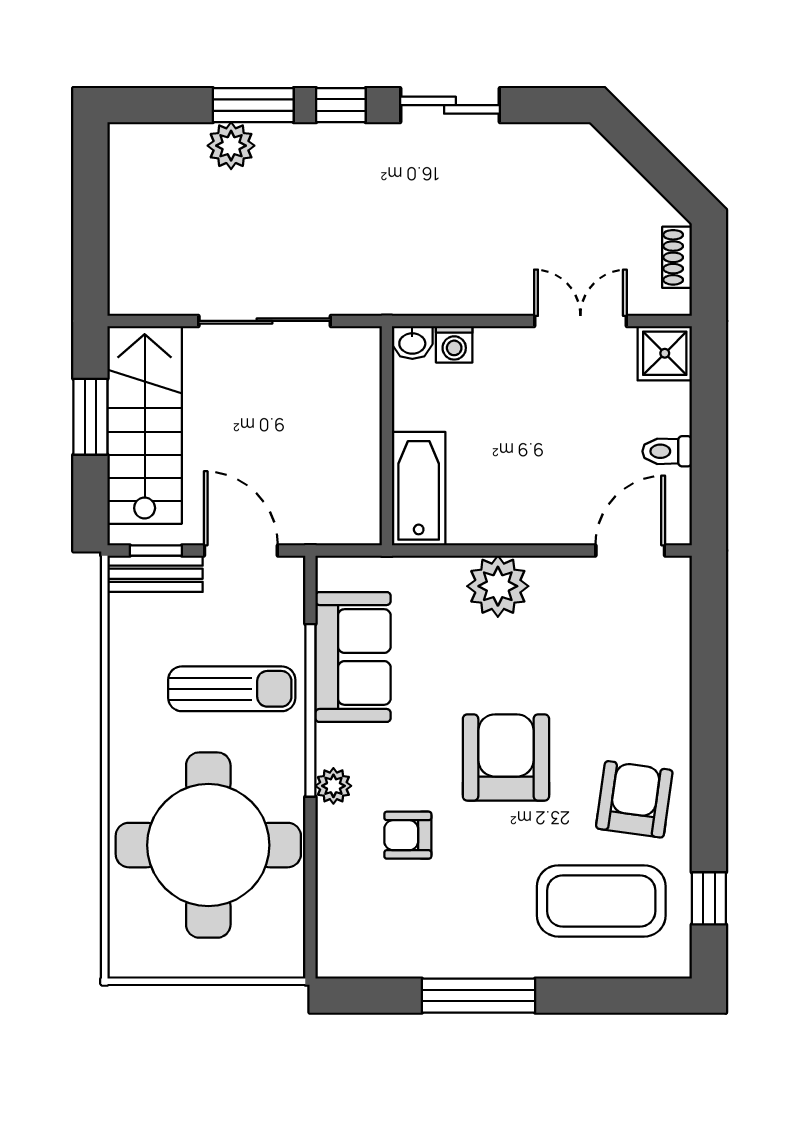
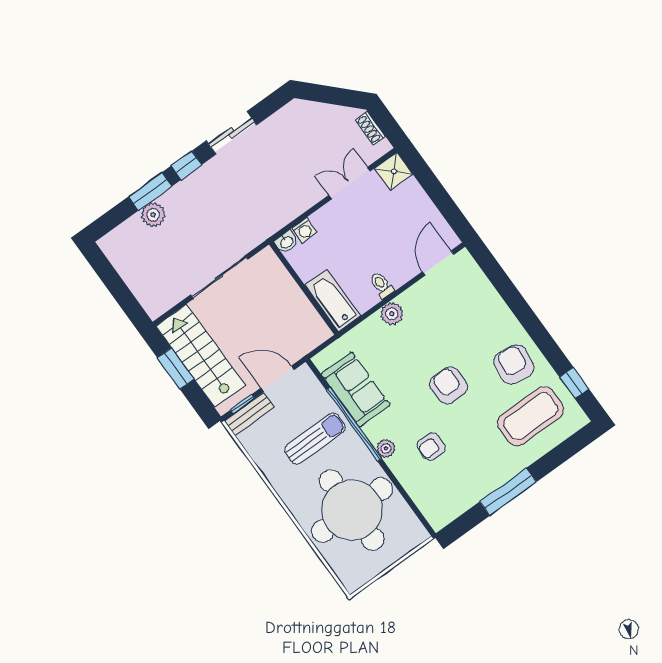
toilet: (667, 451) -> (382, 285), moved, turned 90
plant: (498, 586) -> (392, 314), width x0.73, depth x0.73
armchair: (506, 758) -> (449, 385), width x0.73, depth x0.73

